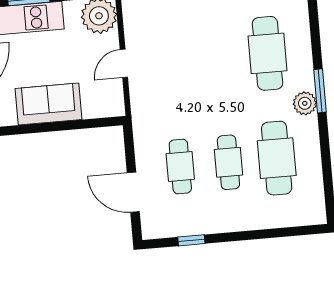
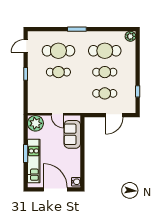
cafe table: (219, 58) -> (58, 72), added
plant: (305, 103) -> (130, 36), moved
sofa: (49, 104) -> (72, 134), moved

